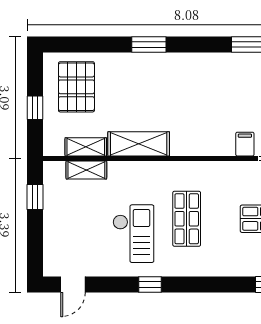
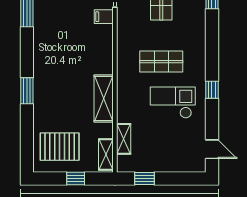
shelving: (86, 147) -> (106, 155), moved

